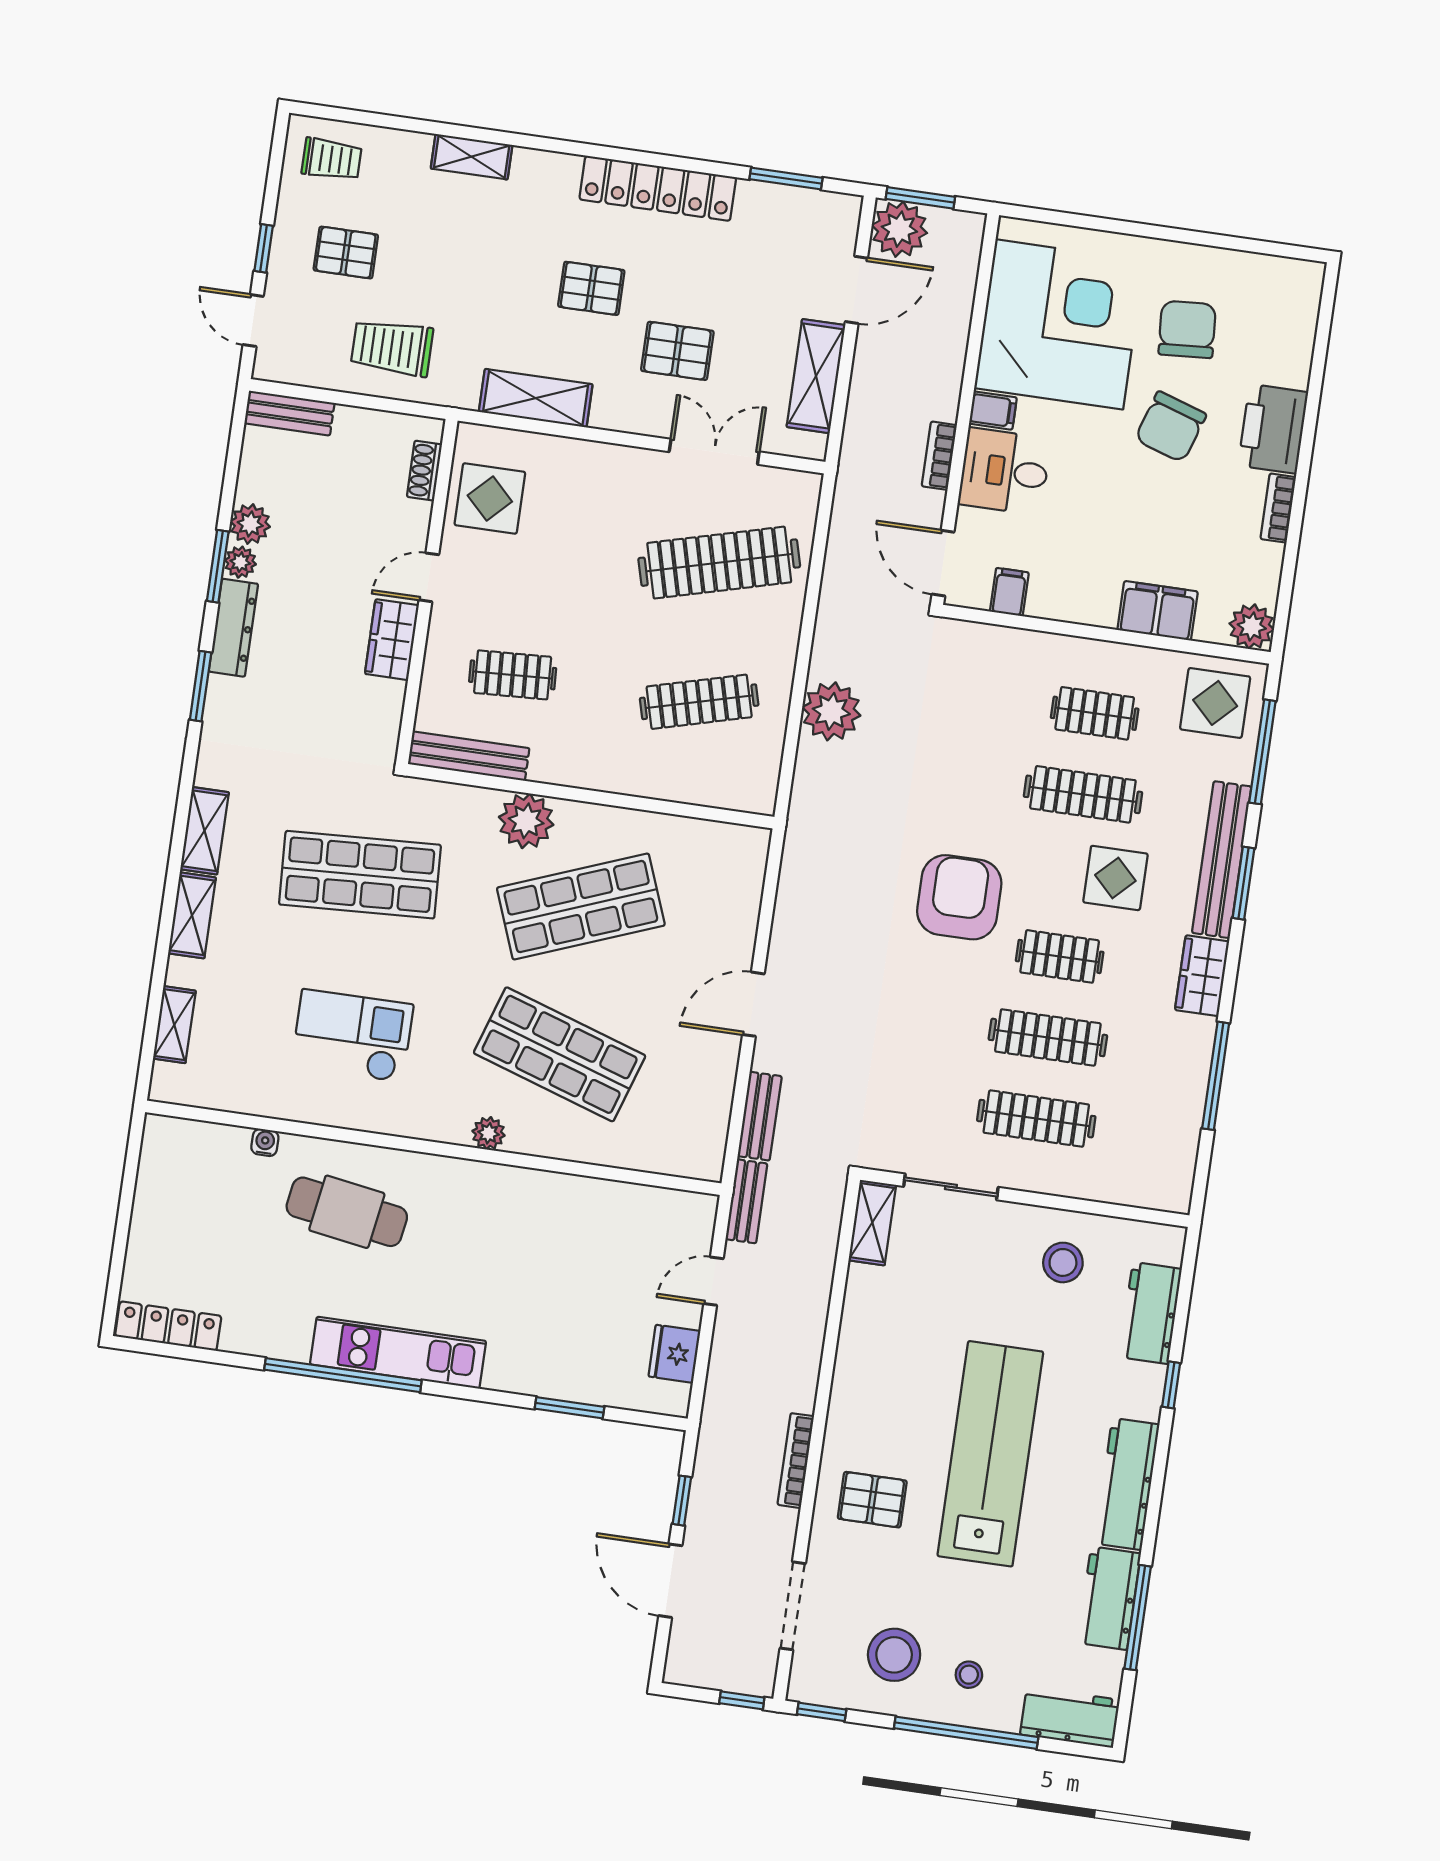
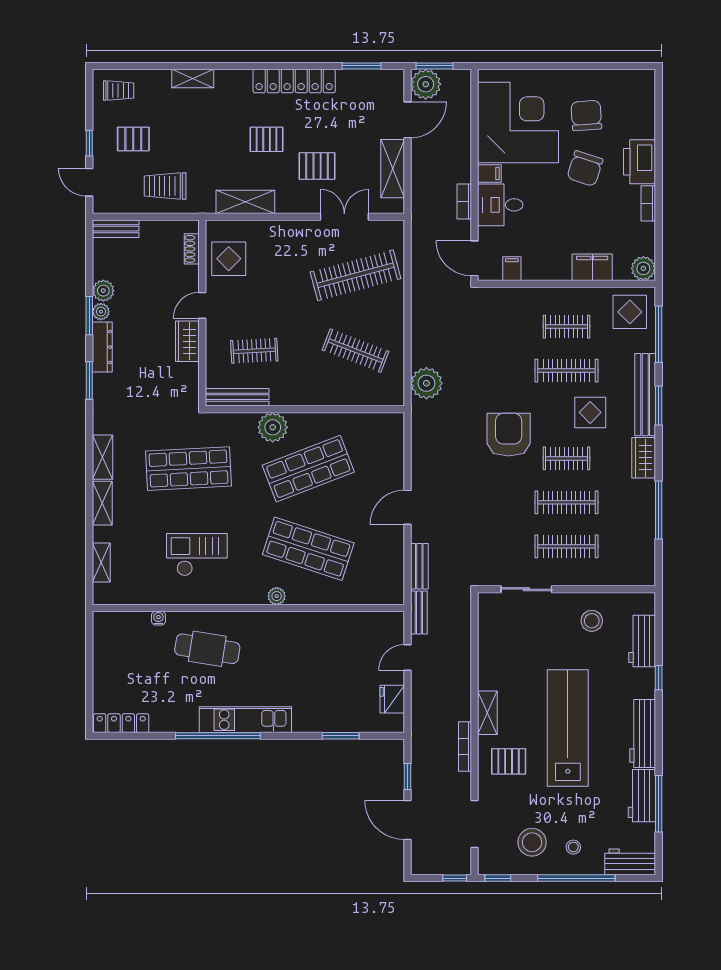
clothes rail: (699, 702) -> (355, 351), turned 36
plant: (831, 711) -> (426, 383), moved
shelving: (872, 1223) -> (487, 713), moved

